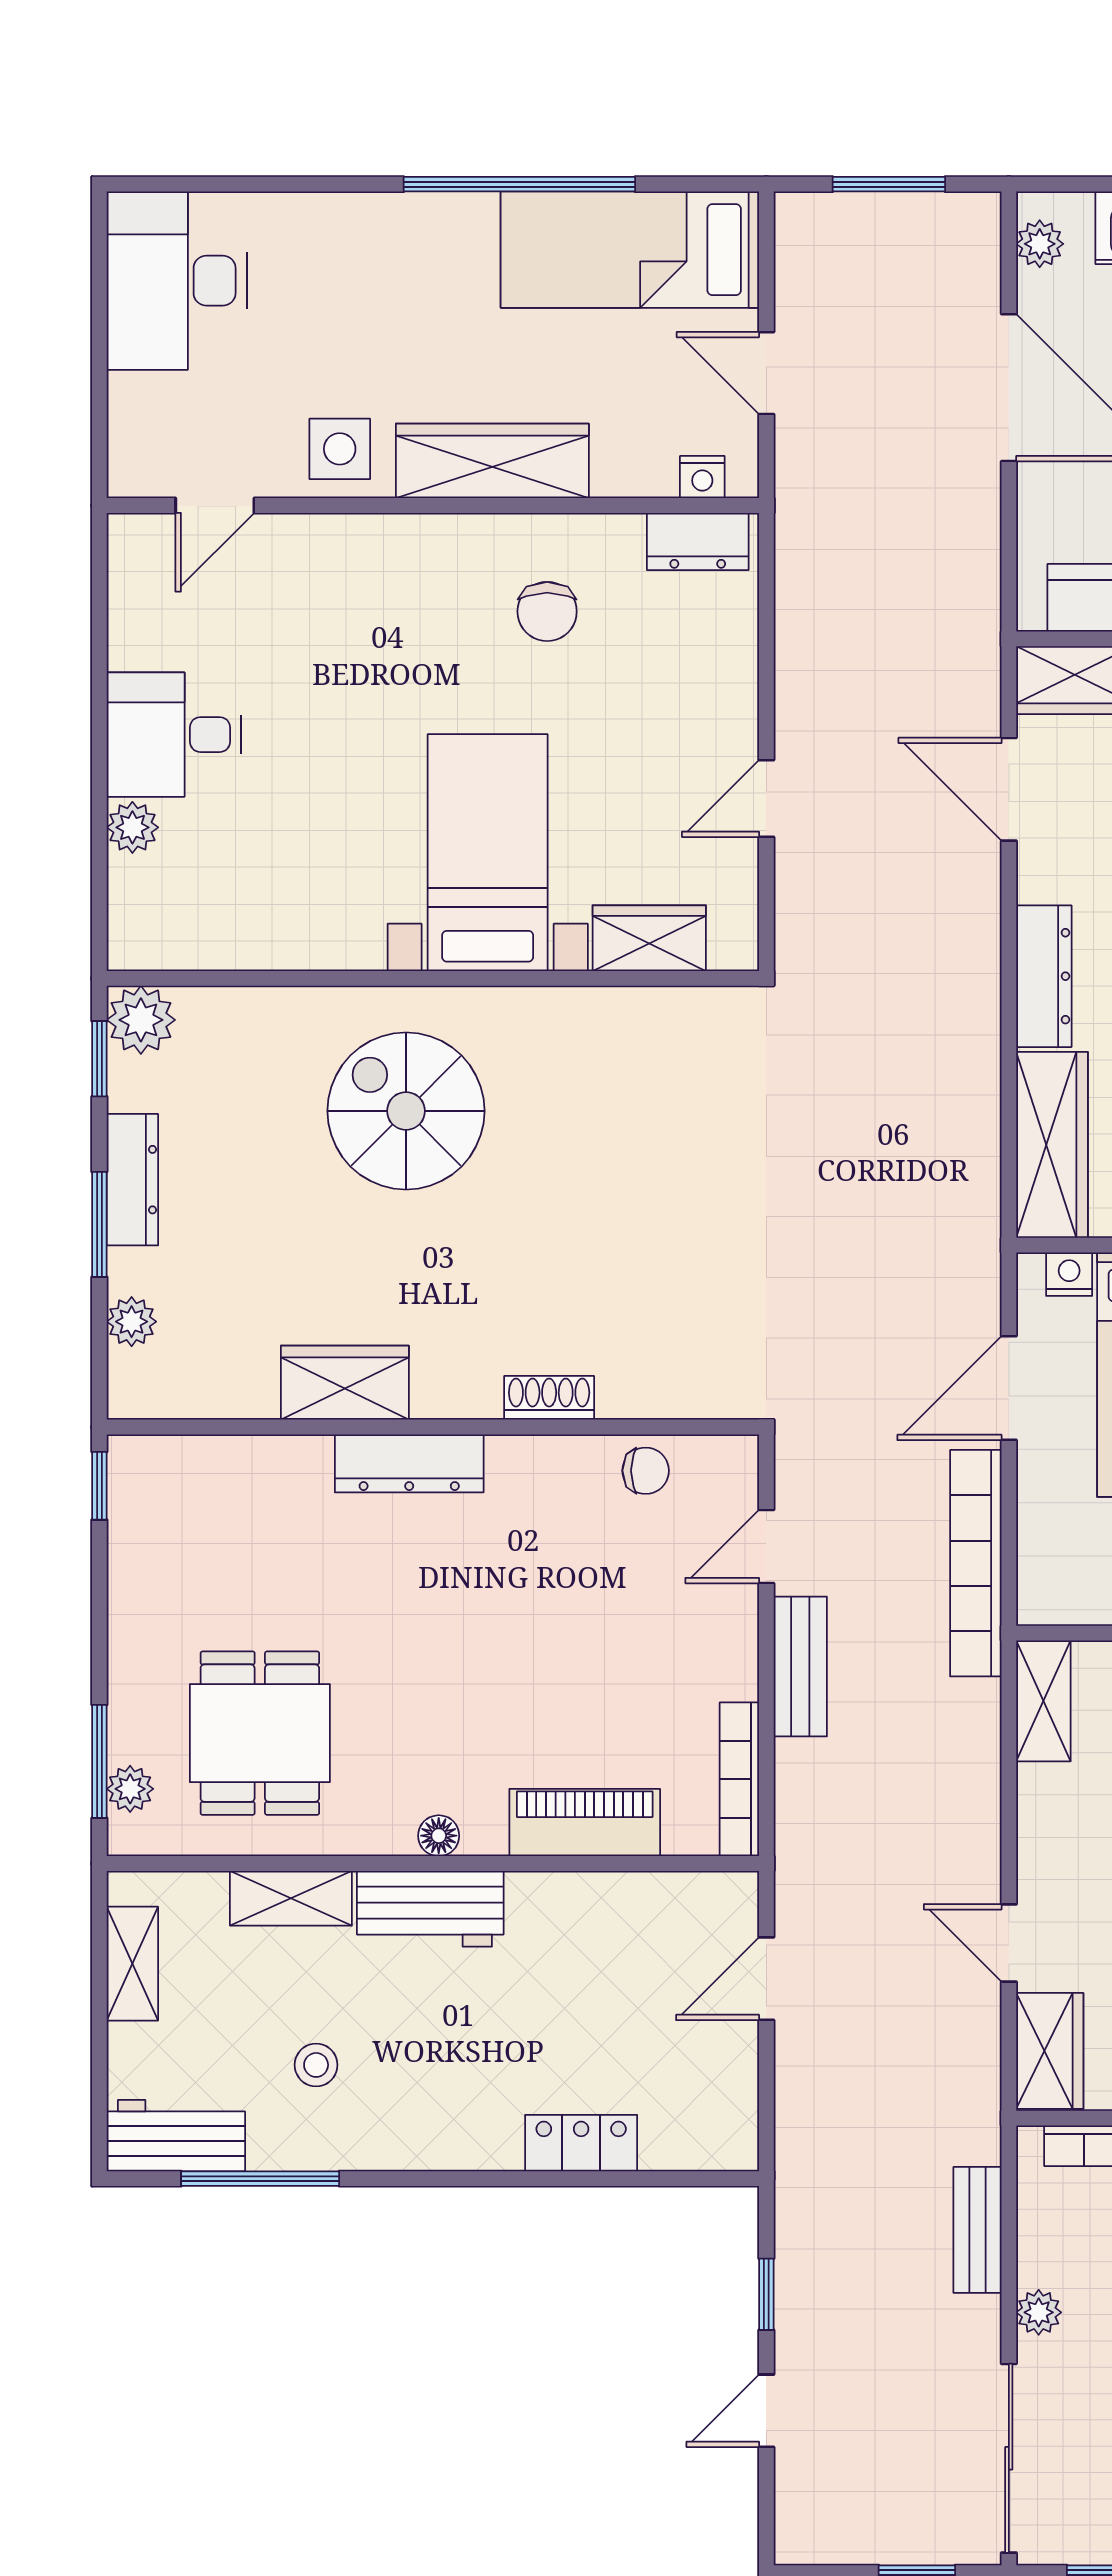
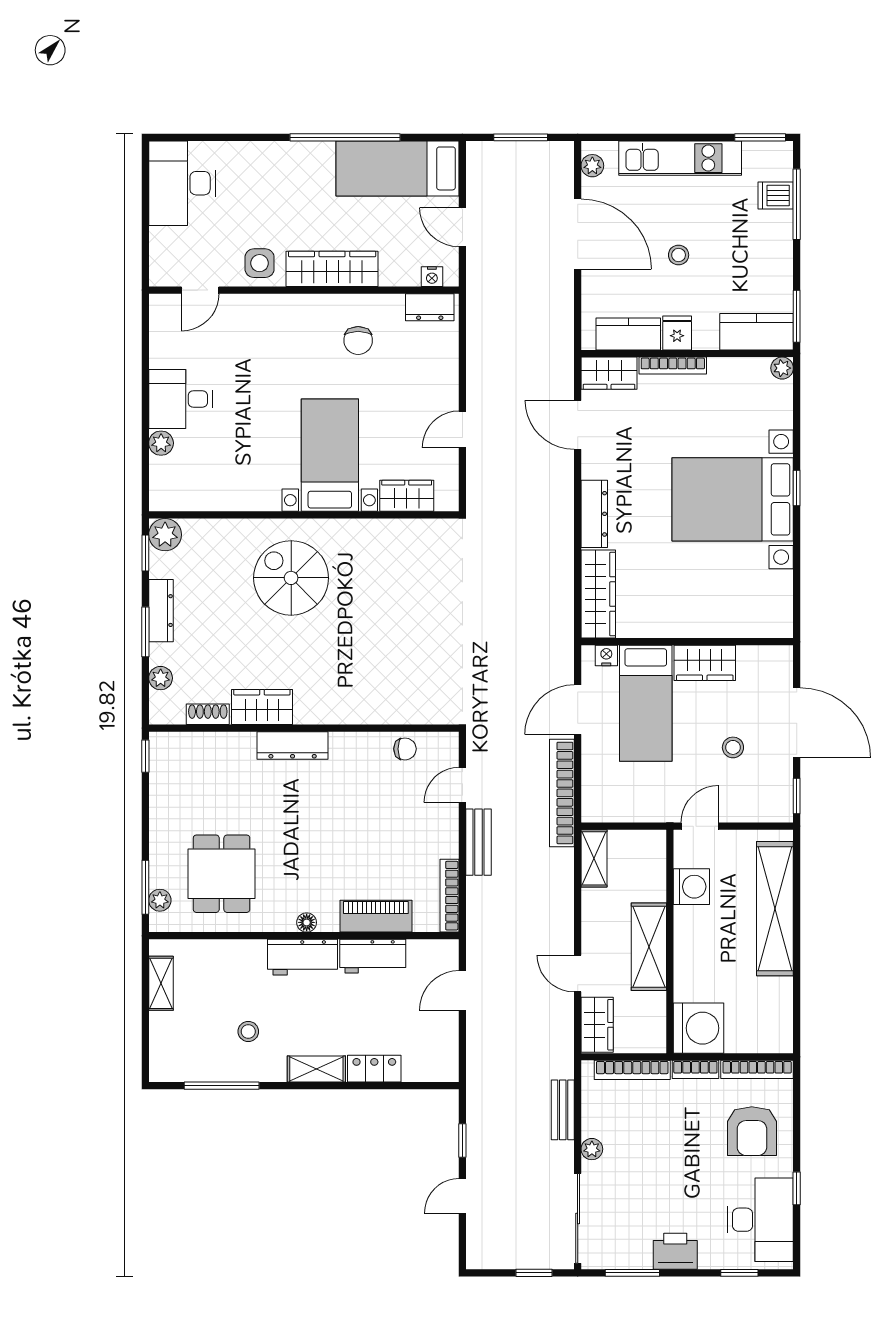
shoe rack: (549, 1398) -> (208, 714), moved
shelving: (291, 1898) -> (316, 1069), moved
workbench: (176, 2136) -> (373, 956), moved, turned 180

